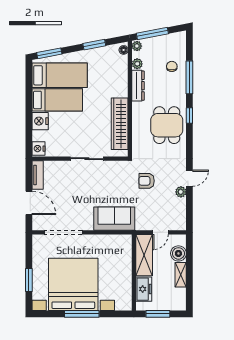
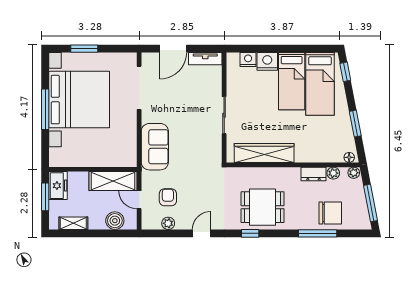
window: (152, 33) -> (371, 203), moved
window: (49, 53) -> (345, 72), width x0.67
chair: (172, 66) -> (330, 213), width x1.87, depth x1.87
dresser: (138, 86) -> (313, 174), width x0.70
window: (189, 115) -> (250, 233), moved
nightstand: (38, 149) -> (248, 59), moved
door: (189, 178) -> (202, 233), swing flipped
armchair: (147, 181) -> (168, 197), moved
plant: (181, 192) -> (168, 223), moved
shelving: (181, 275) -> (73, 223), moved
freezer: (144, 289) -> (58, 186), moved, turned -90

